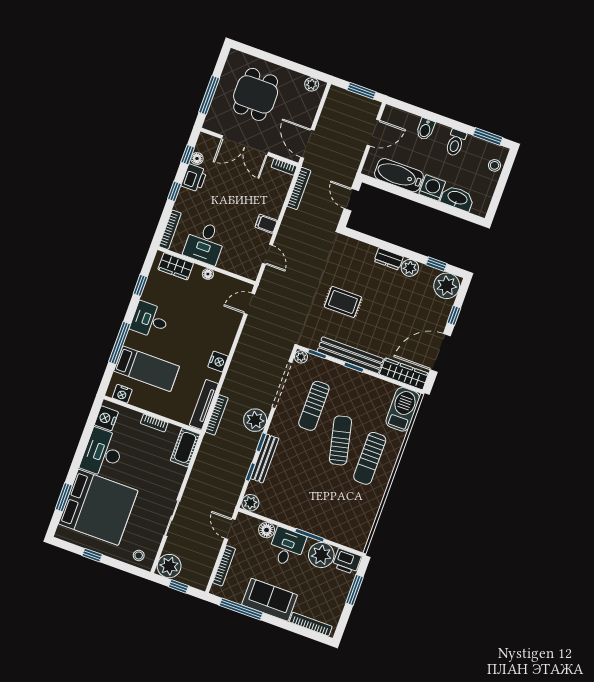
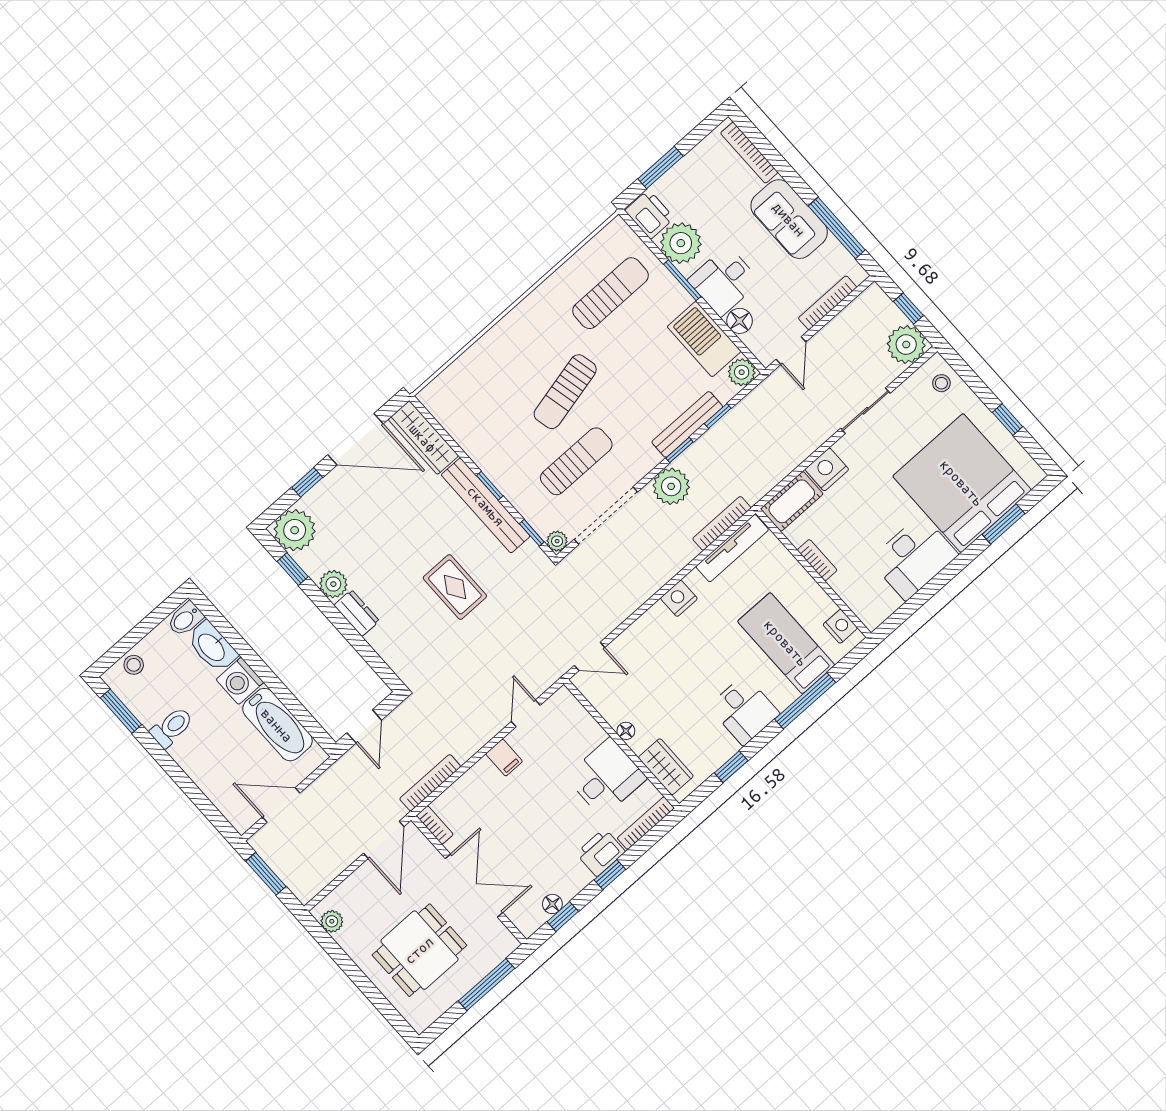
bidet: (425, 129) -> (185, 619), moved, turned 180
printer: (194, 178) -> (601, 852), moved
barbecue: (403, 409) -> (704, 339), moved, turned 90
nightstand: (106, 418) -> (827, 469), moved, turned 180
sun lounger: (370, 458) -> (610, 293), moved

